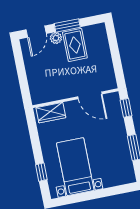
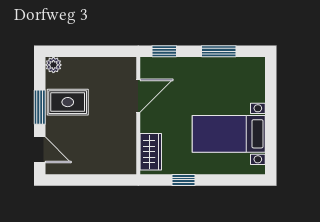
plant: (56, 38) -> (53, 65), moved
window: (41, 172) -> (183, 180), moved

